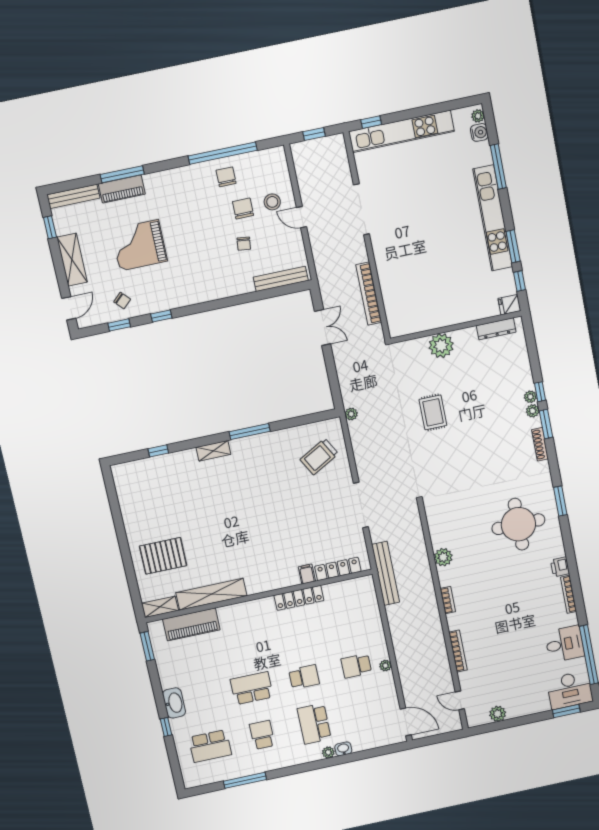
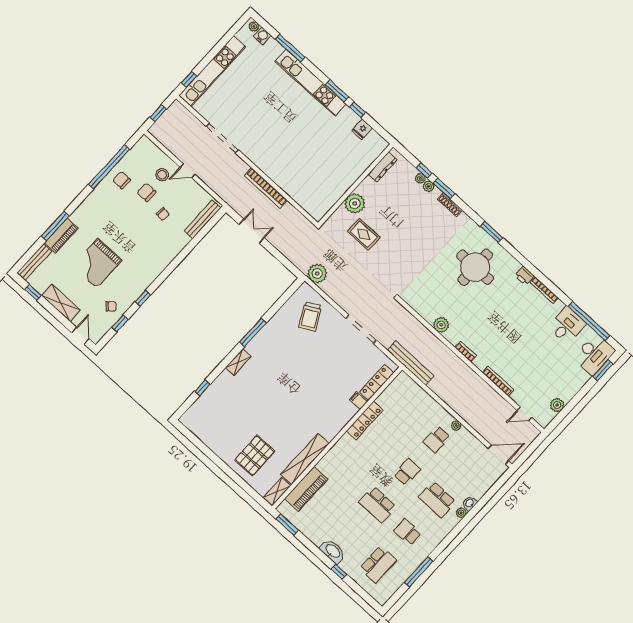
wall: (456, 327) -> (356, 185), moved
dresser: (496, 329) -> (383, 167), moved
plant: (441, 346) -> (355, 203), moved
plant: (351, 414) -> (317, 273), width x1.88, depth x1.88
school desk: (252, 688) -> (377, 504), turned -90

